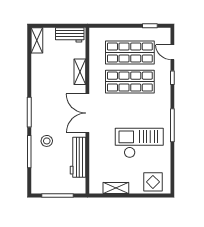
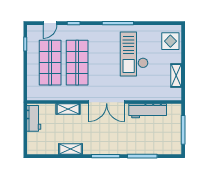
shelving: (37, 40) -> (71, 149), moved
stool: (47, 141) -> (132, 140), removed

